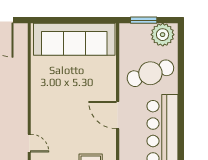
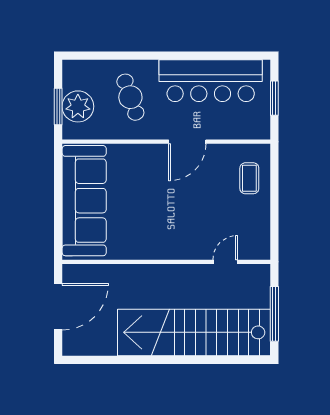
plant: (163, 35) -> (78, 106), moved
cafe table: (150, 73) -> (130, 97), width x0.73, depth x0.74

